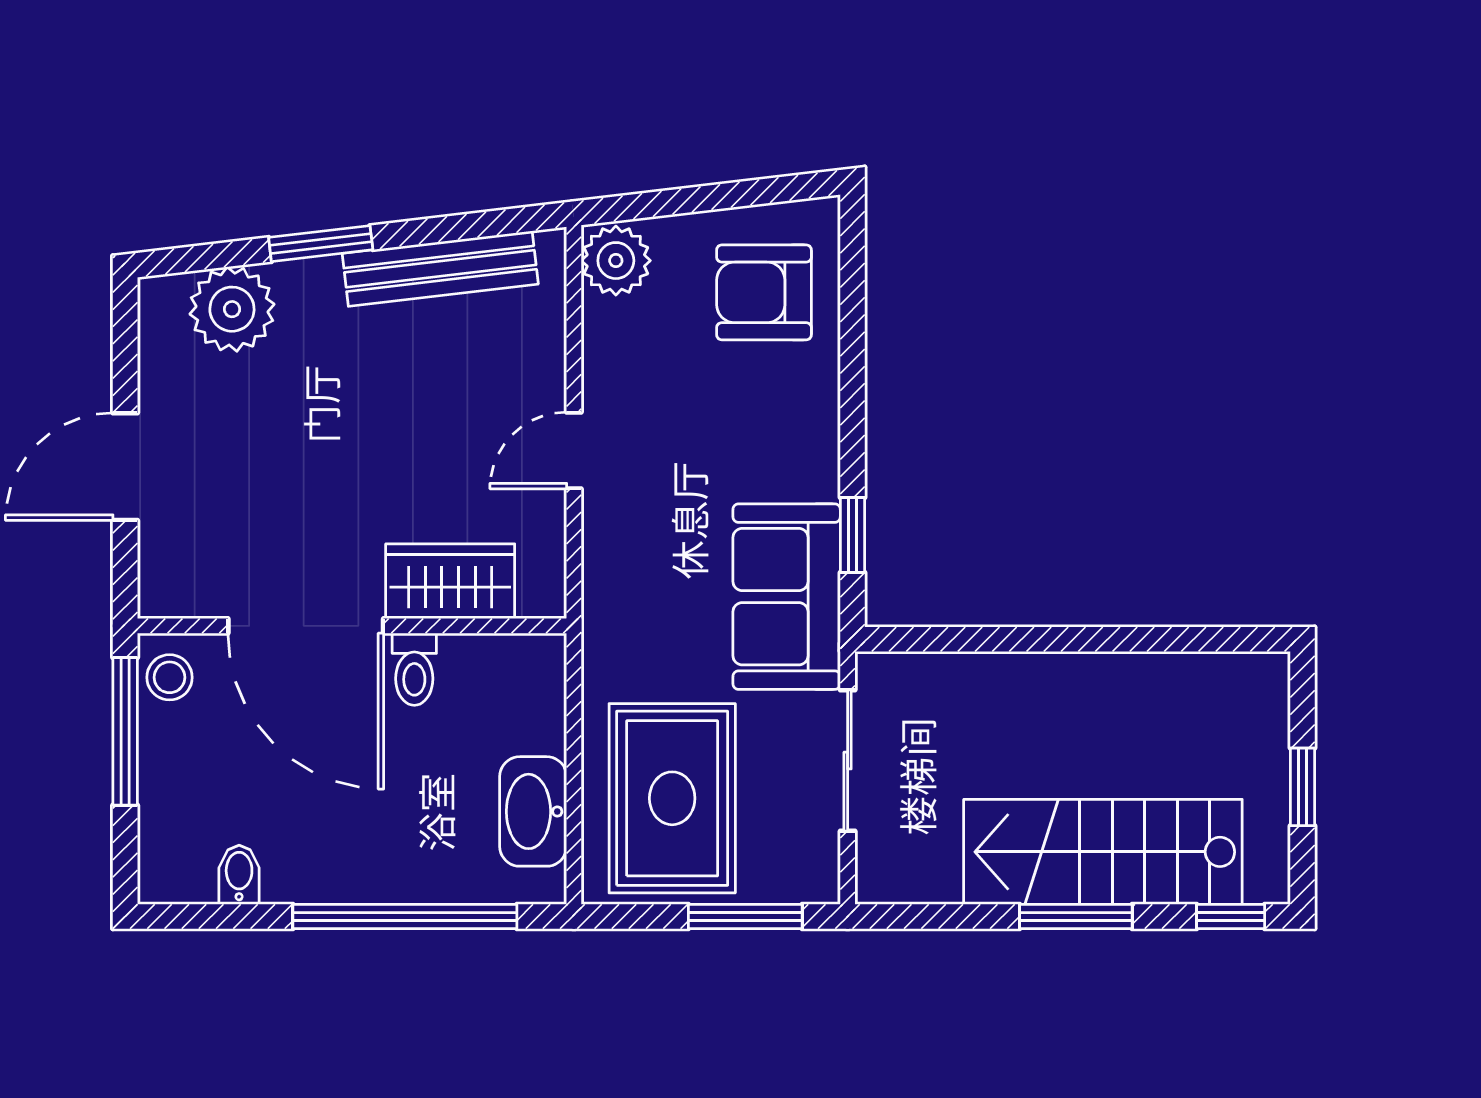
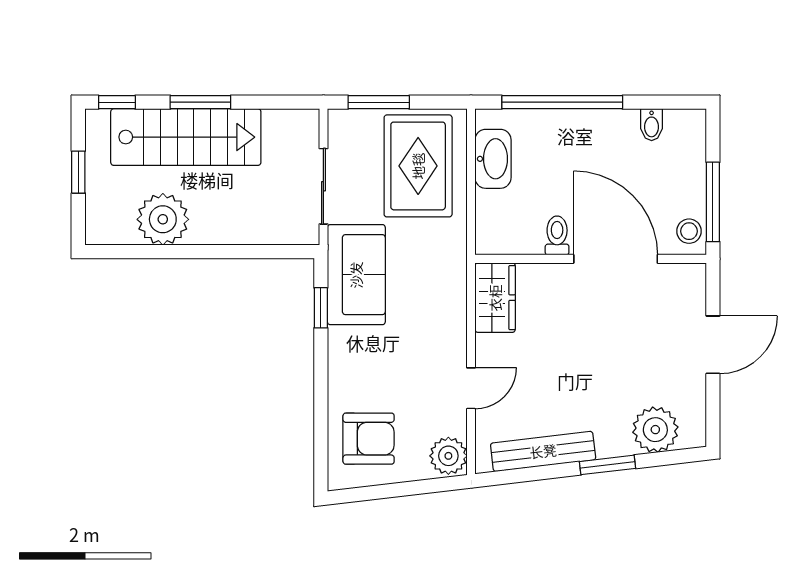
door: (574, 450) -> (471, 388), moved
wardrobe: (450, 581) -> (495, 298), moved, turned -90
plant: (1146, 699) -> (163, 219), added

